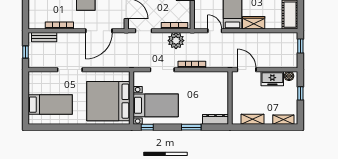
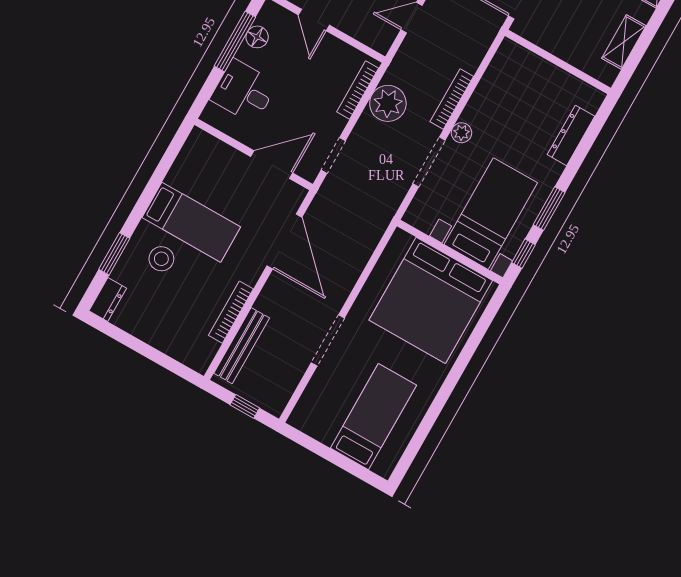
bench: (44, 37) -> (242, 346), width x1.36
plant: (181, 76) -> (461, 133), added
dresser: (216, 119) -> (571, 135), moved
window: (191, 127) -> (549, 209), moved

